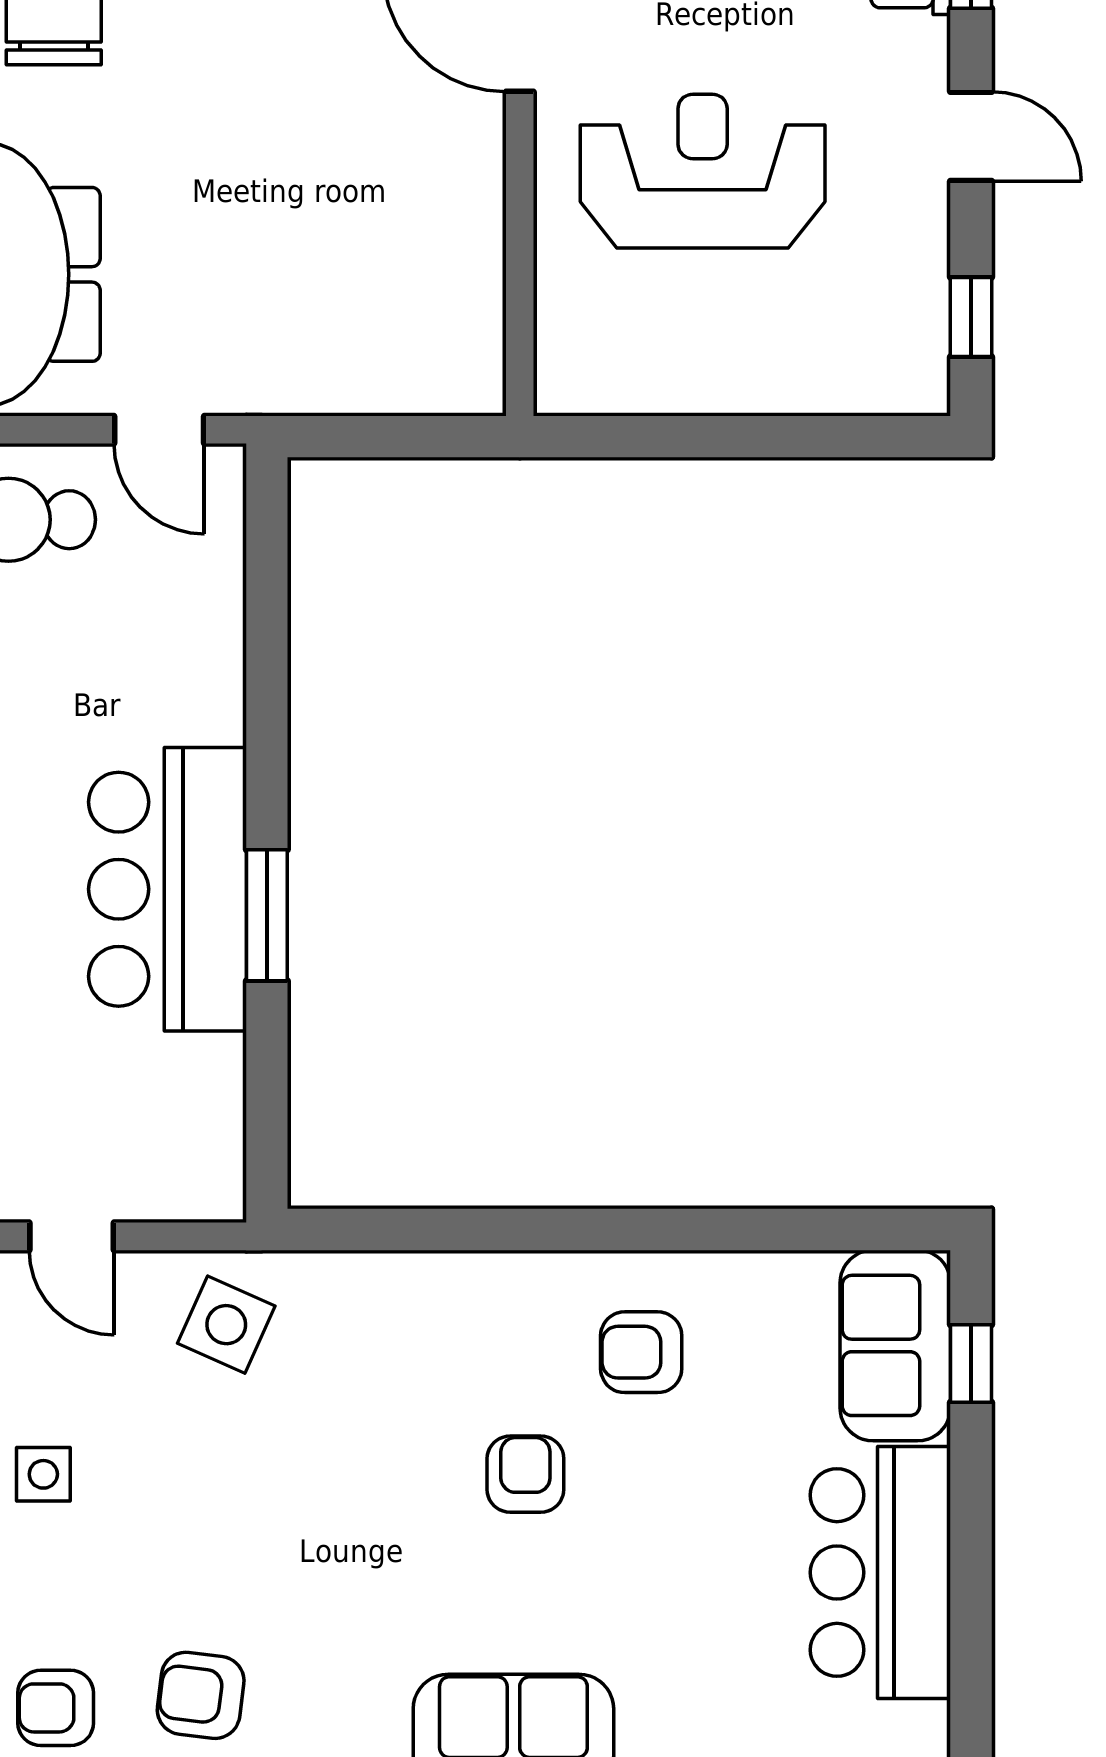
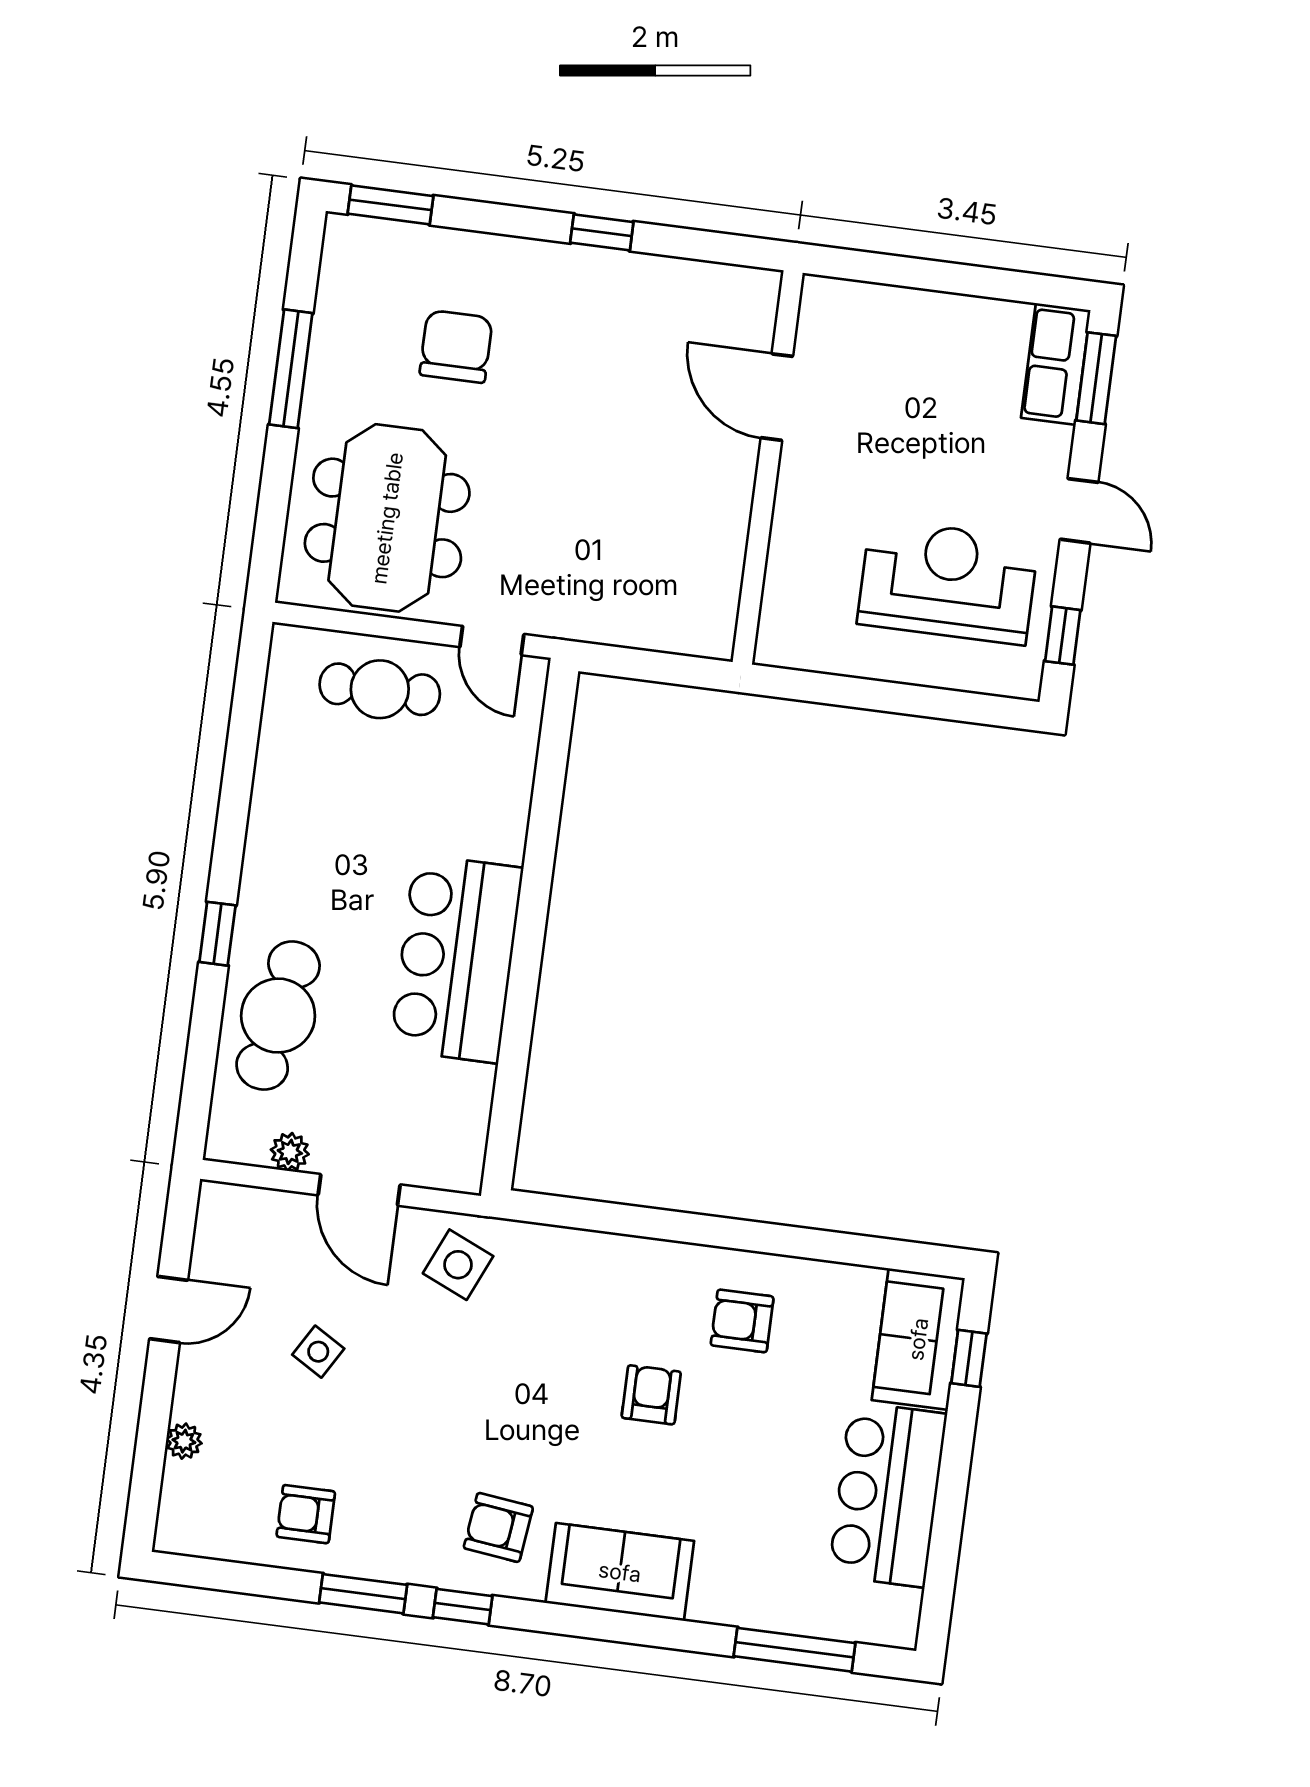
reception desk: (703, 171) -> (948, 582), moved
window: (267, 915) -> (523, 986), removed
door: (72, 1236) -> (359, 1190), width x1.38
side table: (43, 1474) -> (318, 1352), turned 31
armchair: (201, 1695) -> (498, 1527), moved

